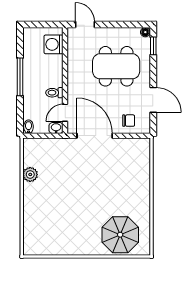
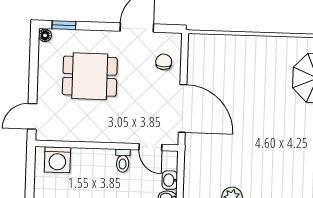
dining table: (116, 66) -> (90, 76), width x0.73
washbasin: (56, 128) -> (170, 180), moved
door: (95, 136) -> (183, 108), swing flipped

